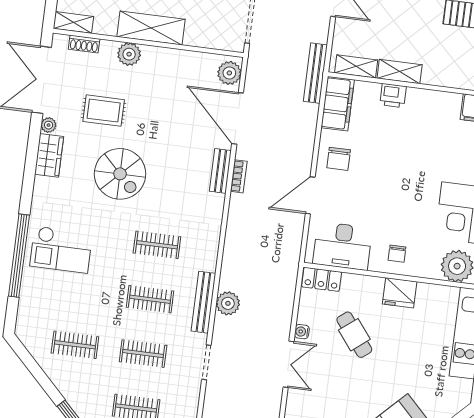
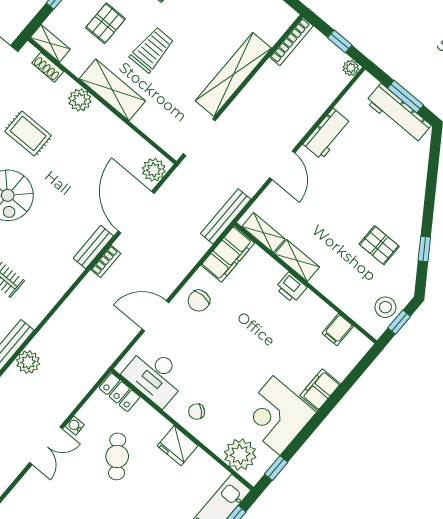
printer: (393, 96) -> (291, 288), moved
chair: (397, 254) -> (197, 412), turned 43

